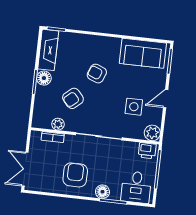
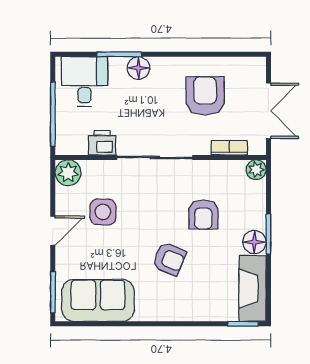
armchair: (73, 98) -> (203, 214), turned 131
plant: (58, 124) -> (256, 170), moved
printer: (147, 151) -> (102, 143), moved
double door: (25, 169) -> (268, 111), moved
armchair: (75, 175) -> (205, 96), moved, turned 180

